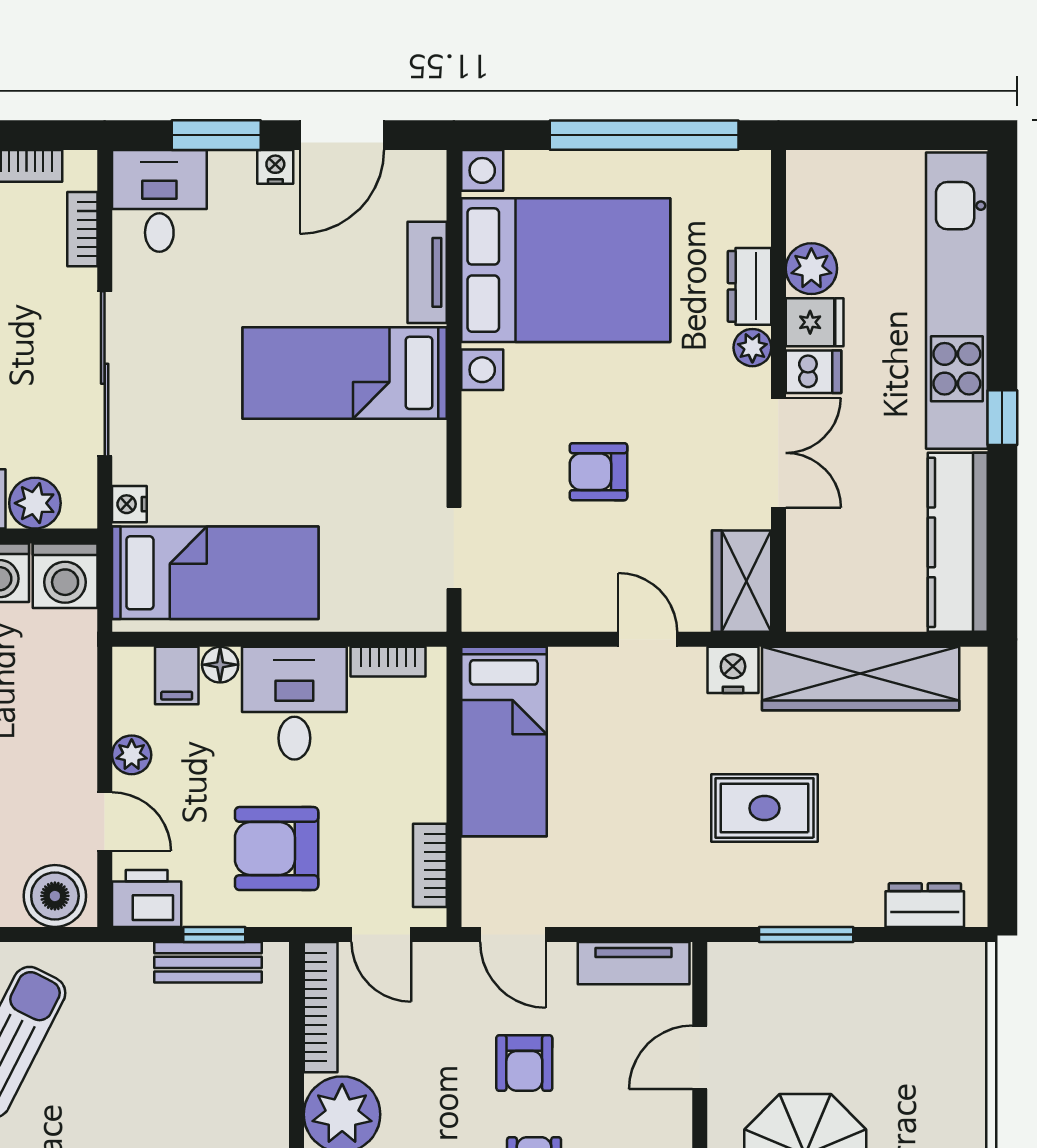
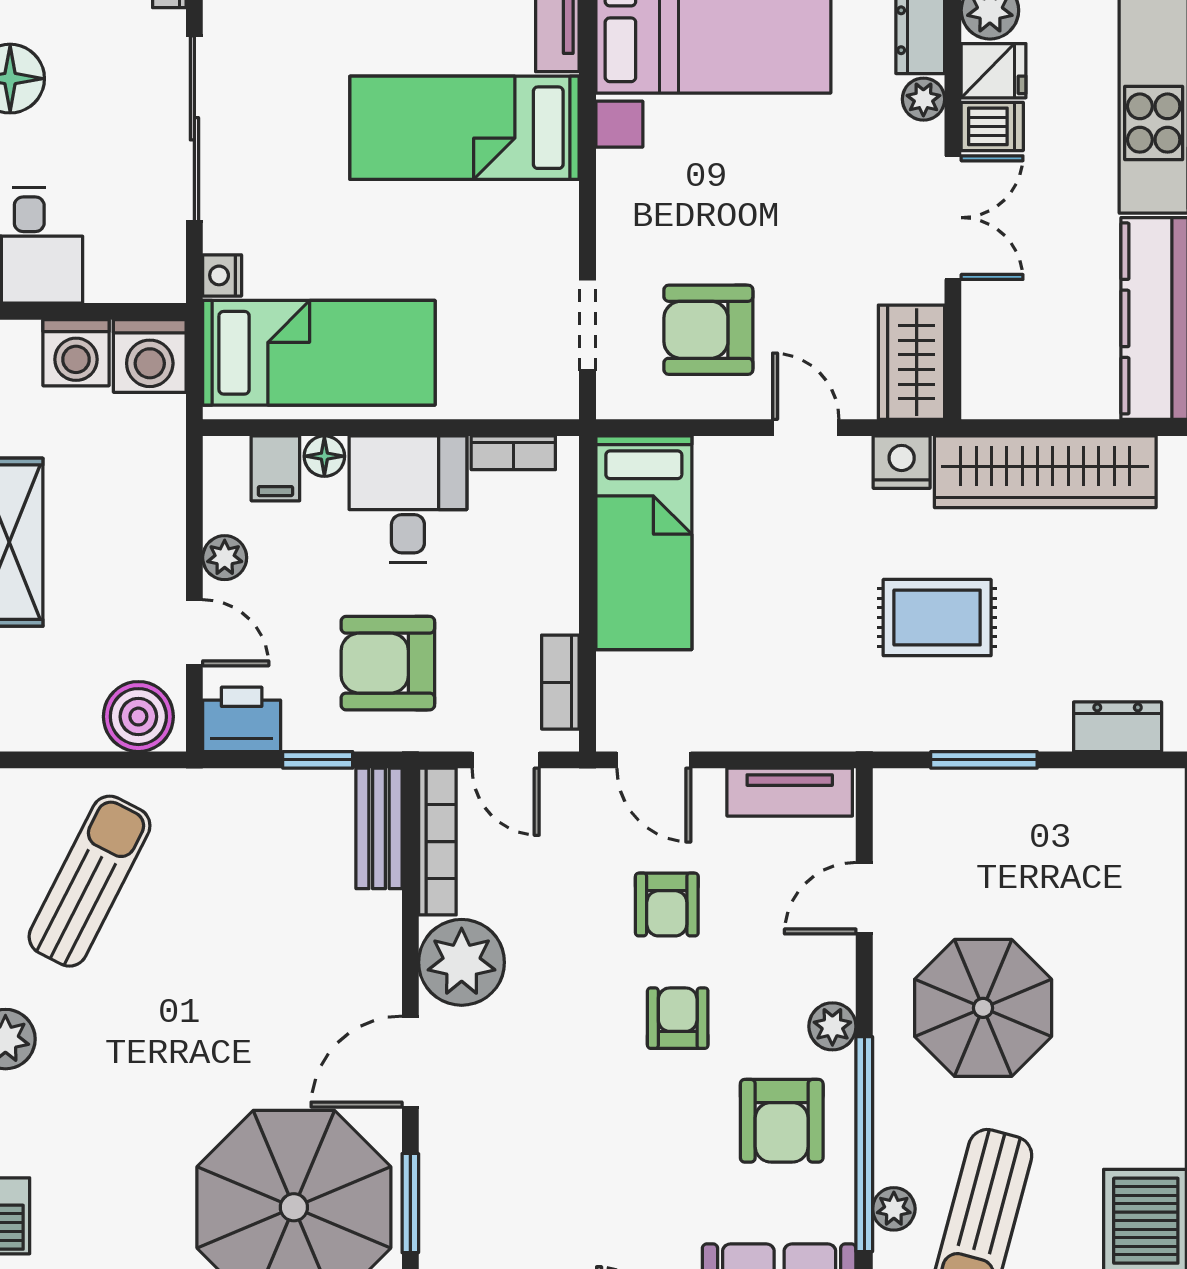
armchair: (598, 472) -> (708, 330), moved, width x1.38, depth x1.38
plant: (35, 503) -> (116, 274), removed
bench: (208, 962) -> (379, 828), moved, turned 90

